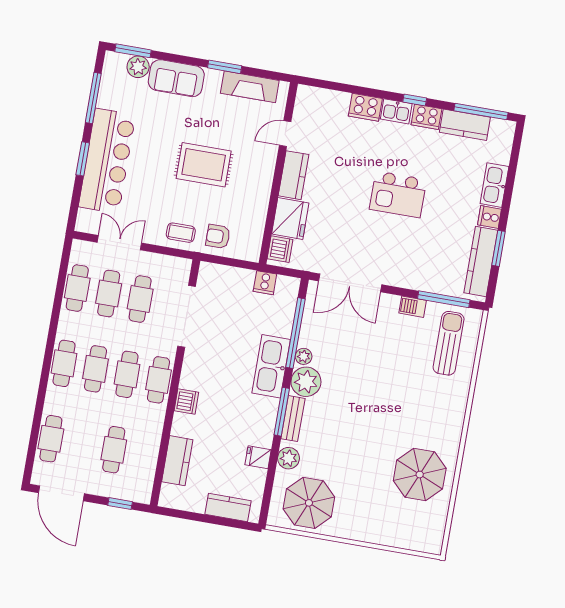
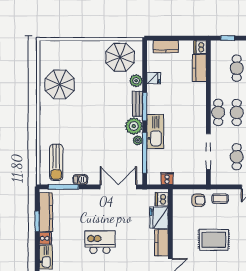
dishwasher: (186, 402) -> (200, 47), moved

